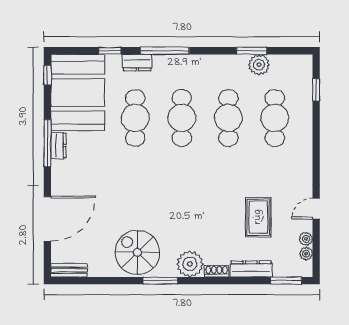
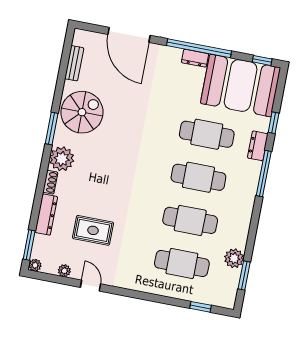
window: (252, 51) -> (244, 275), moved
window: (47, 143) -> (199, 48), width x1.46
plant: (306, 254) -> (35, 265), moved
bench: (69, 270) -> (74, 63), moved

